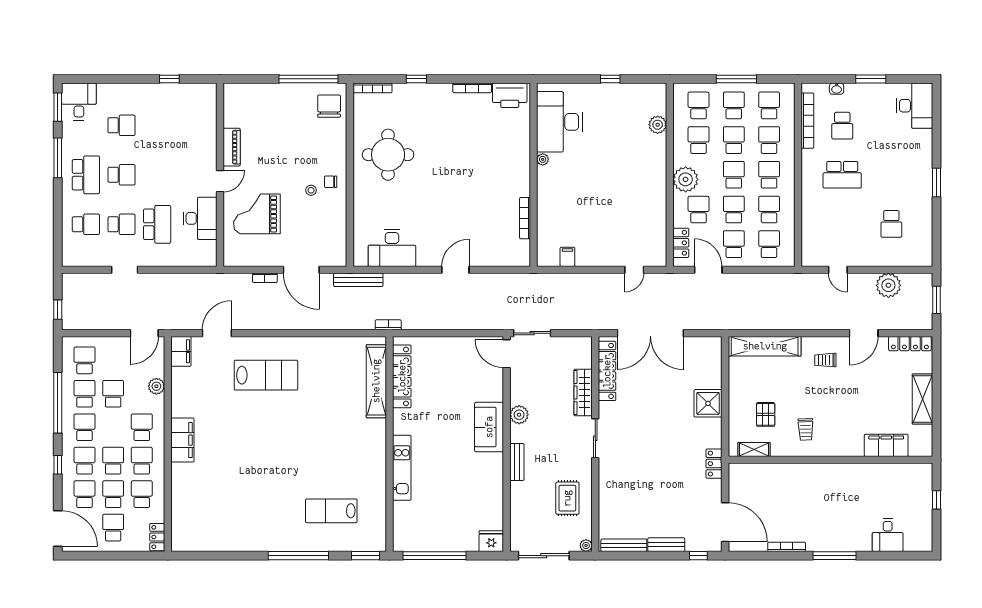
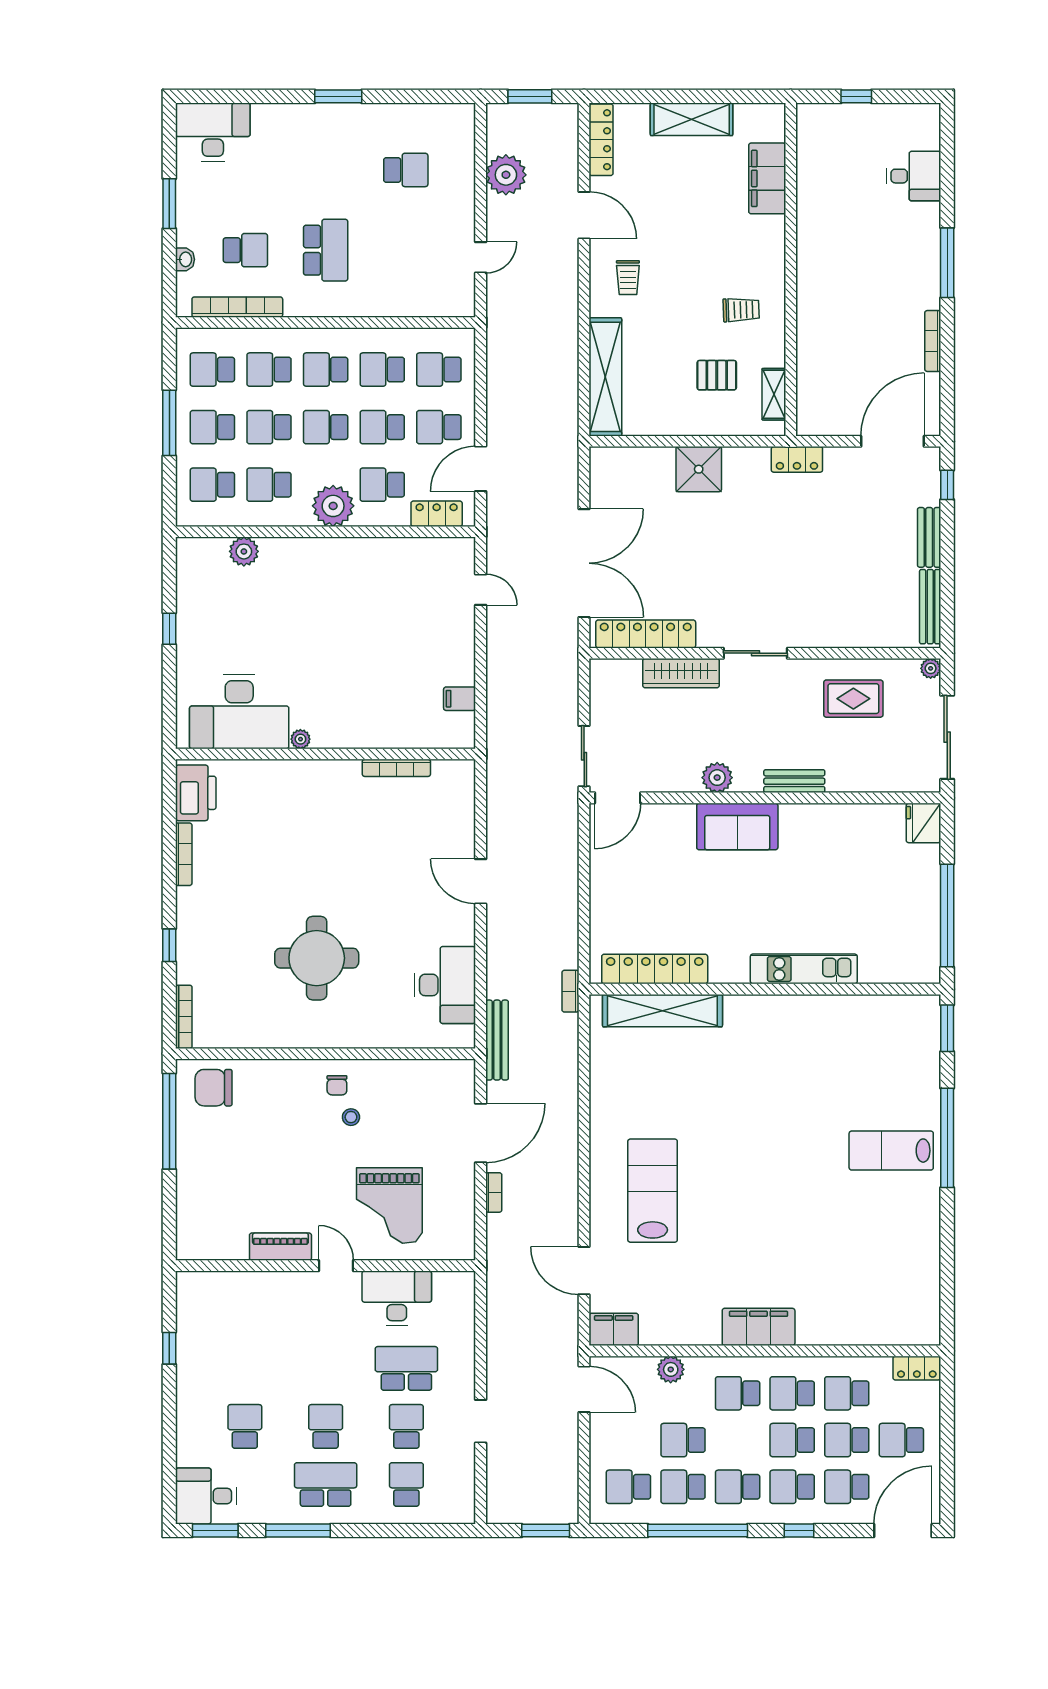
round table: (388, 155) -> (317, 958), moved
window: (58, 310) -> (546, 1530), width x1.50
lab bench: (331, 511) -> (891, 1151), moved, turned 90

